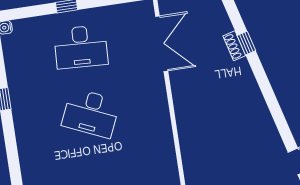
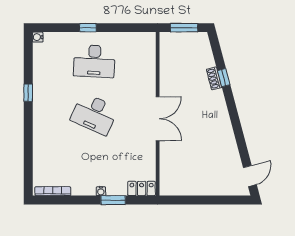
double door: (162, 44) -> (158, 119), moved

